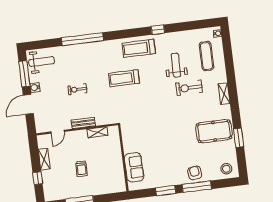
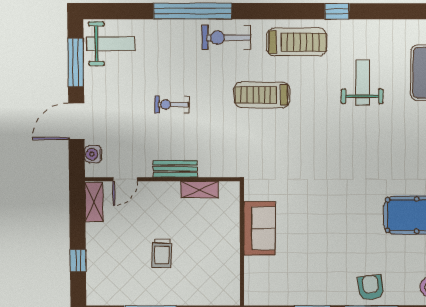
treadmill: (139, 48) -> (297, 42), turned 180
water cooler: (35, 88) -> (93, 154), moved
exercise bike: (189, 88) -> (226, 38), moved
shelving: (44, 159) -> (94, 202), moved
sofa: (134, 167) -> (260, 228), moved

